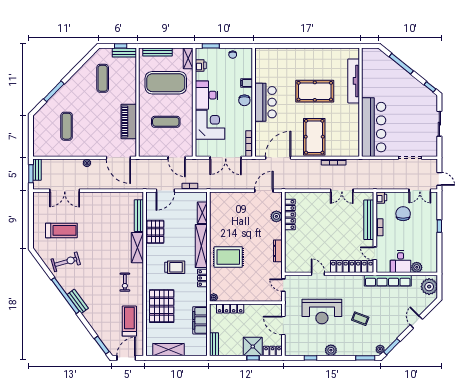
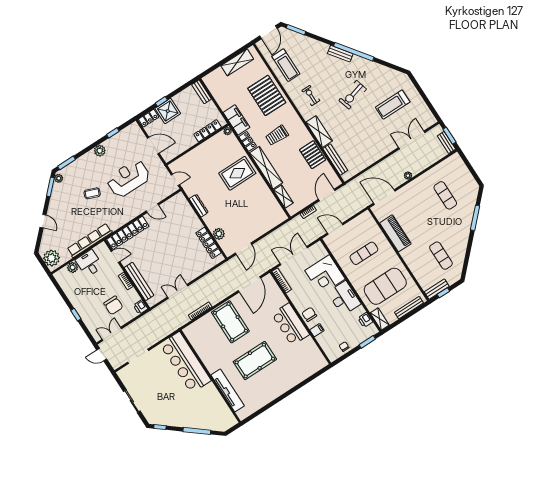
exercise bike: (66, 262) -> (353, 95), moved
filing cabinet: (200, 320) -> (237, 120), moved

